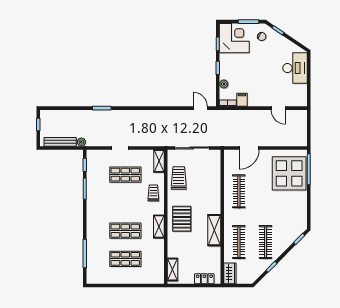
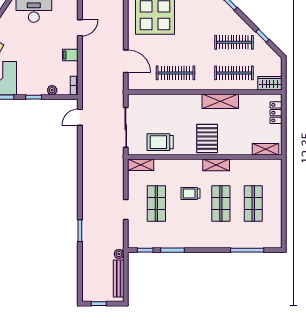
filing cabinet: (242, 100) -> (70, 55), moved
trolley: (153, 193) -> (191, 193), moved
pallet: (182, 219) -> (207, 139), turned 90

